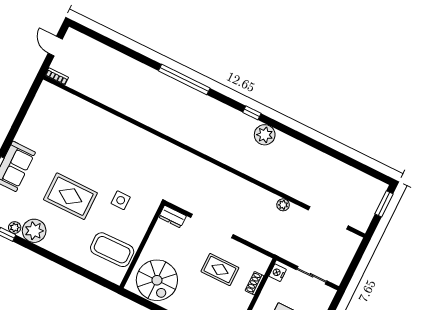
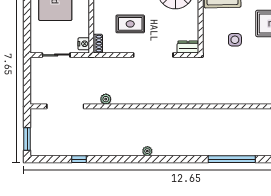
window: (252, 113) -> (79, 159), moved
plant: (265, 135) -> (147, 151), width x0.53, depth x0.53
shoe rack: (254, 283) -> (98, 44), moved

